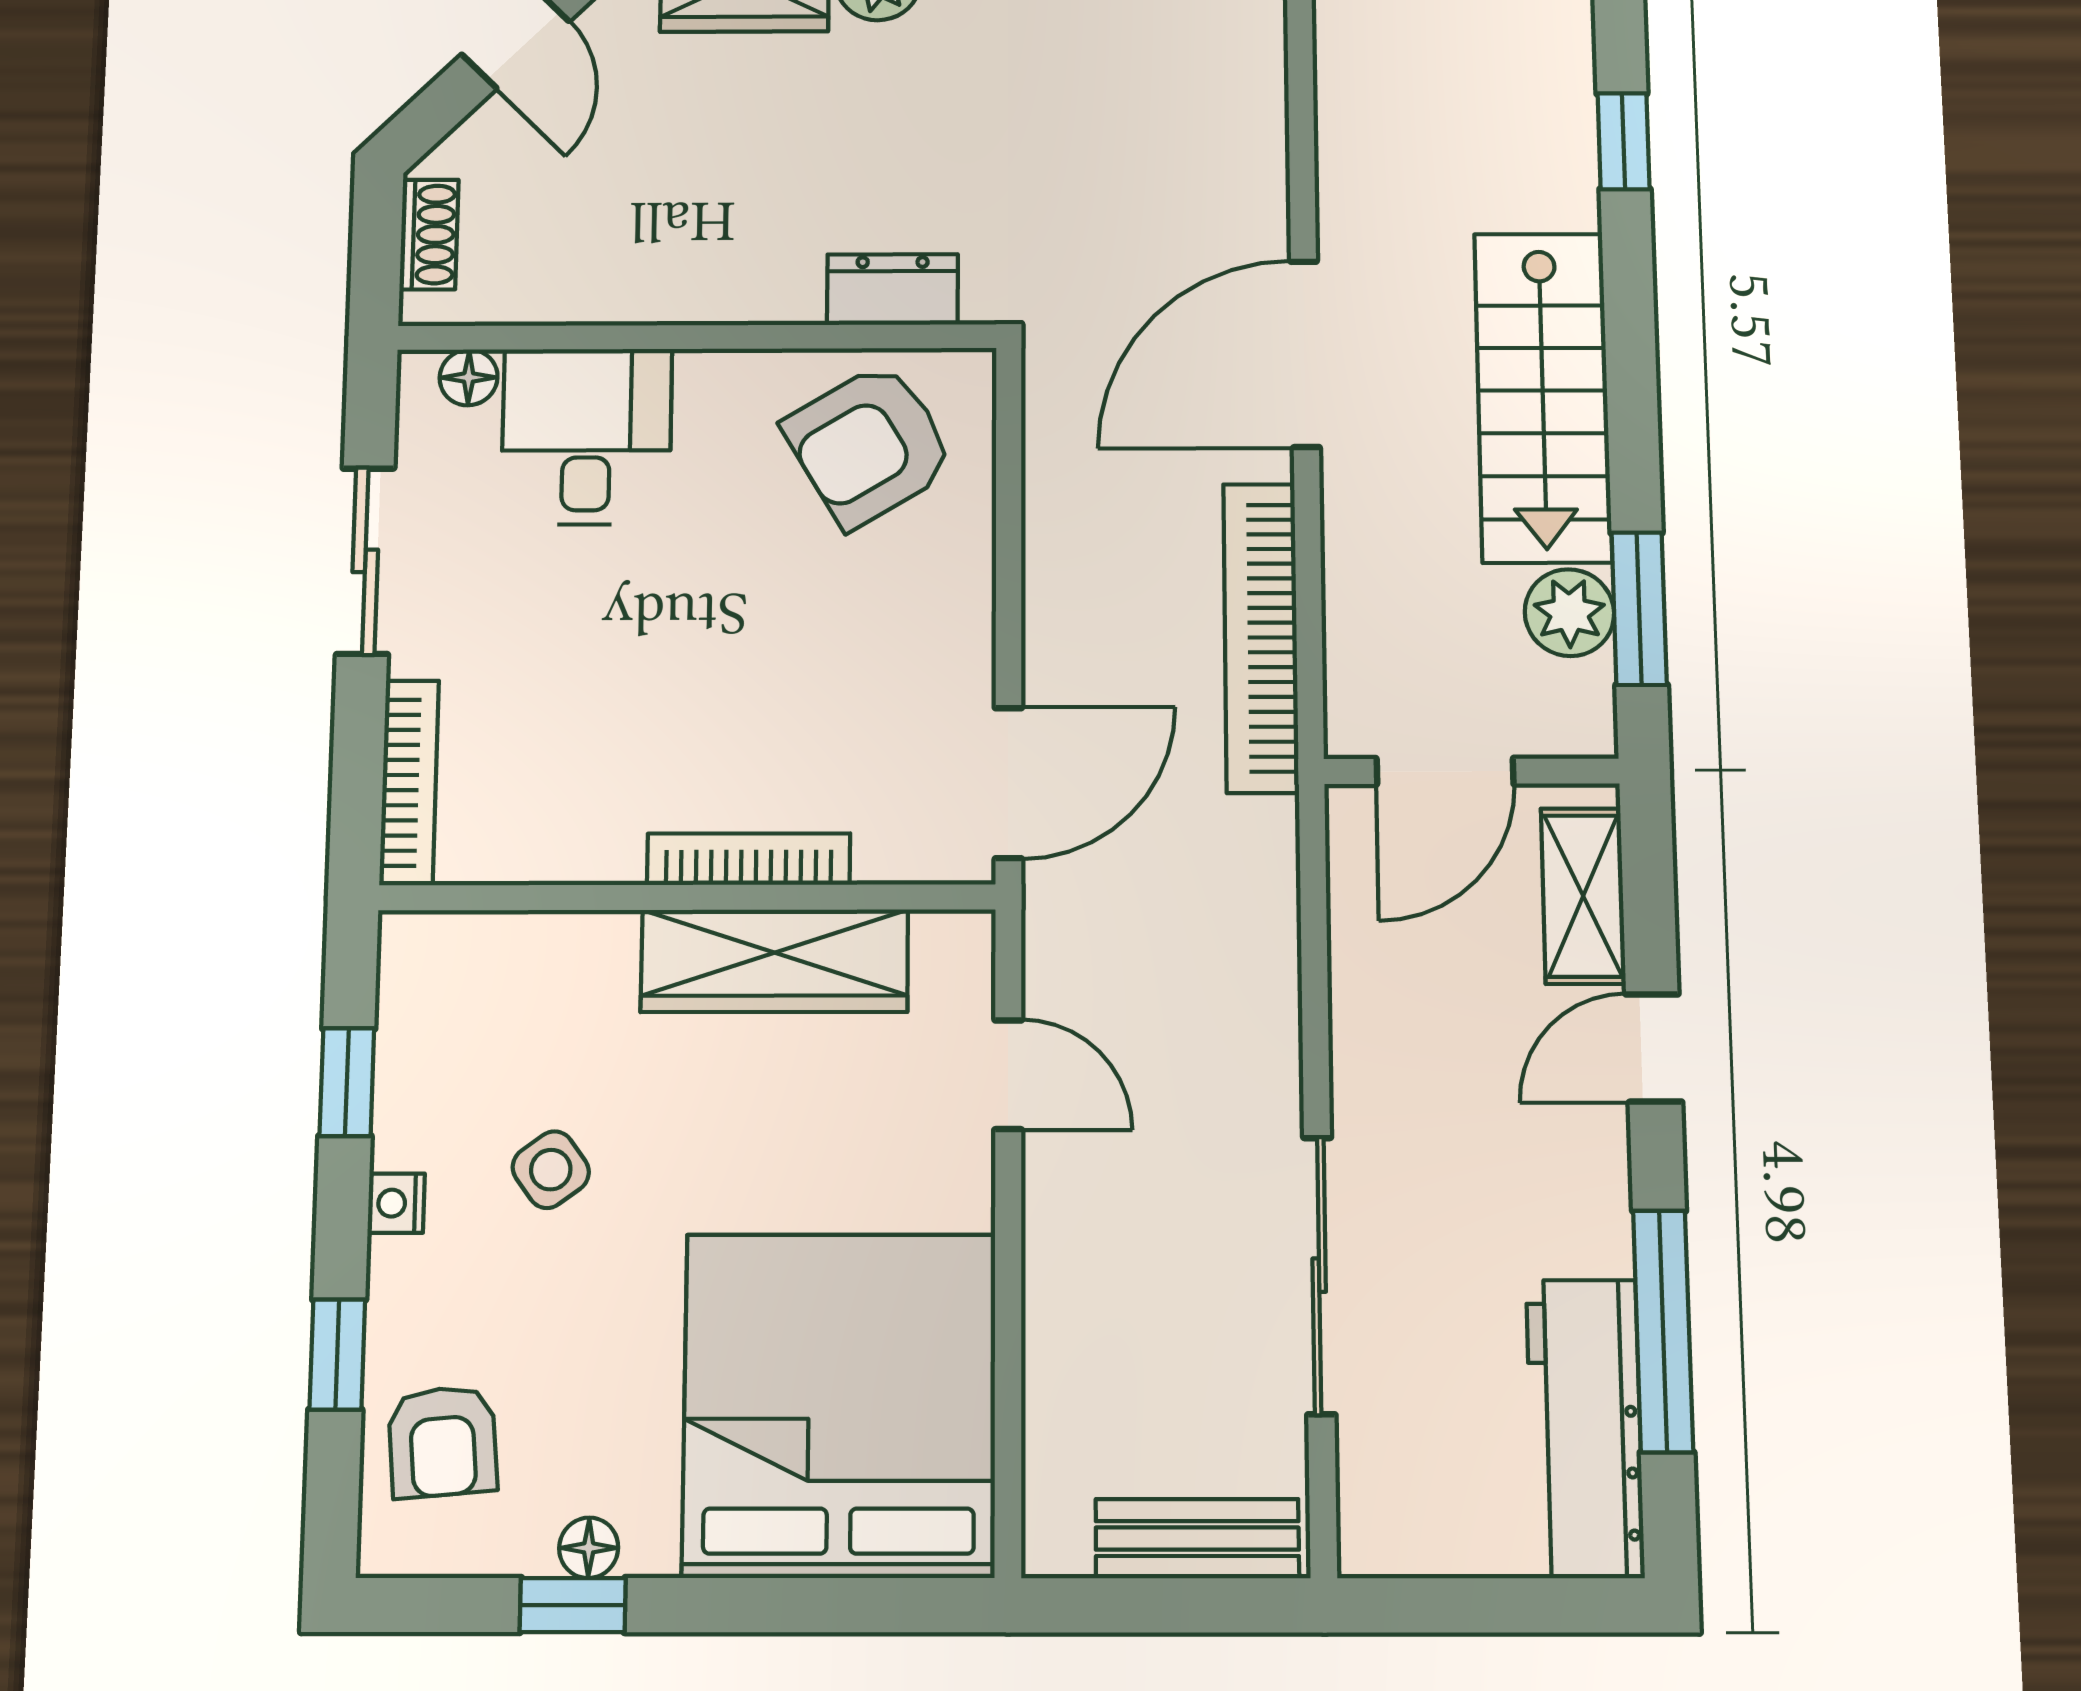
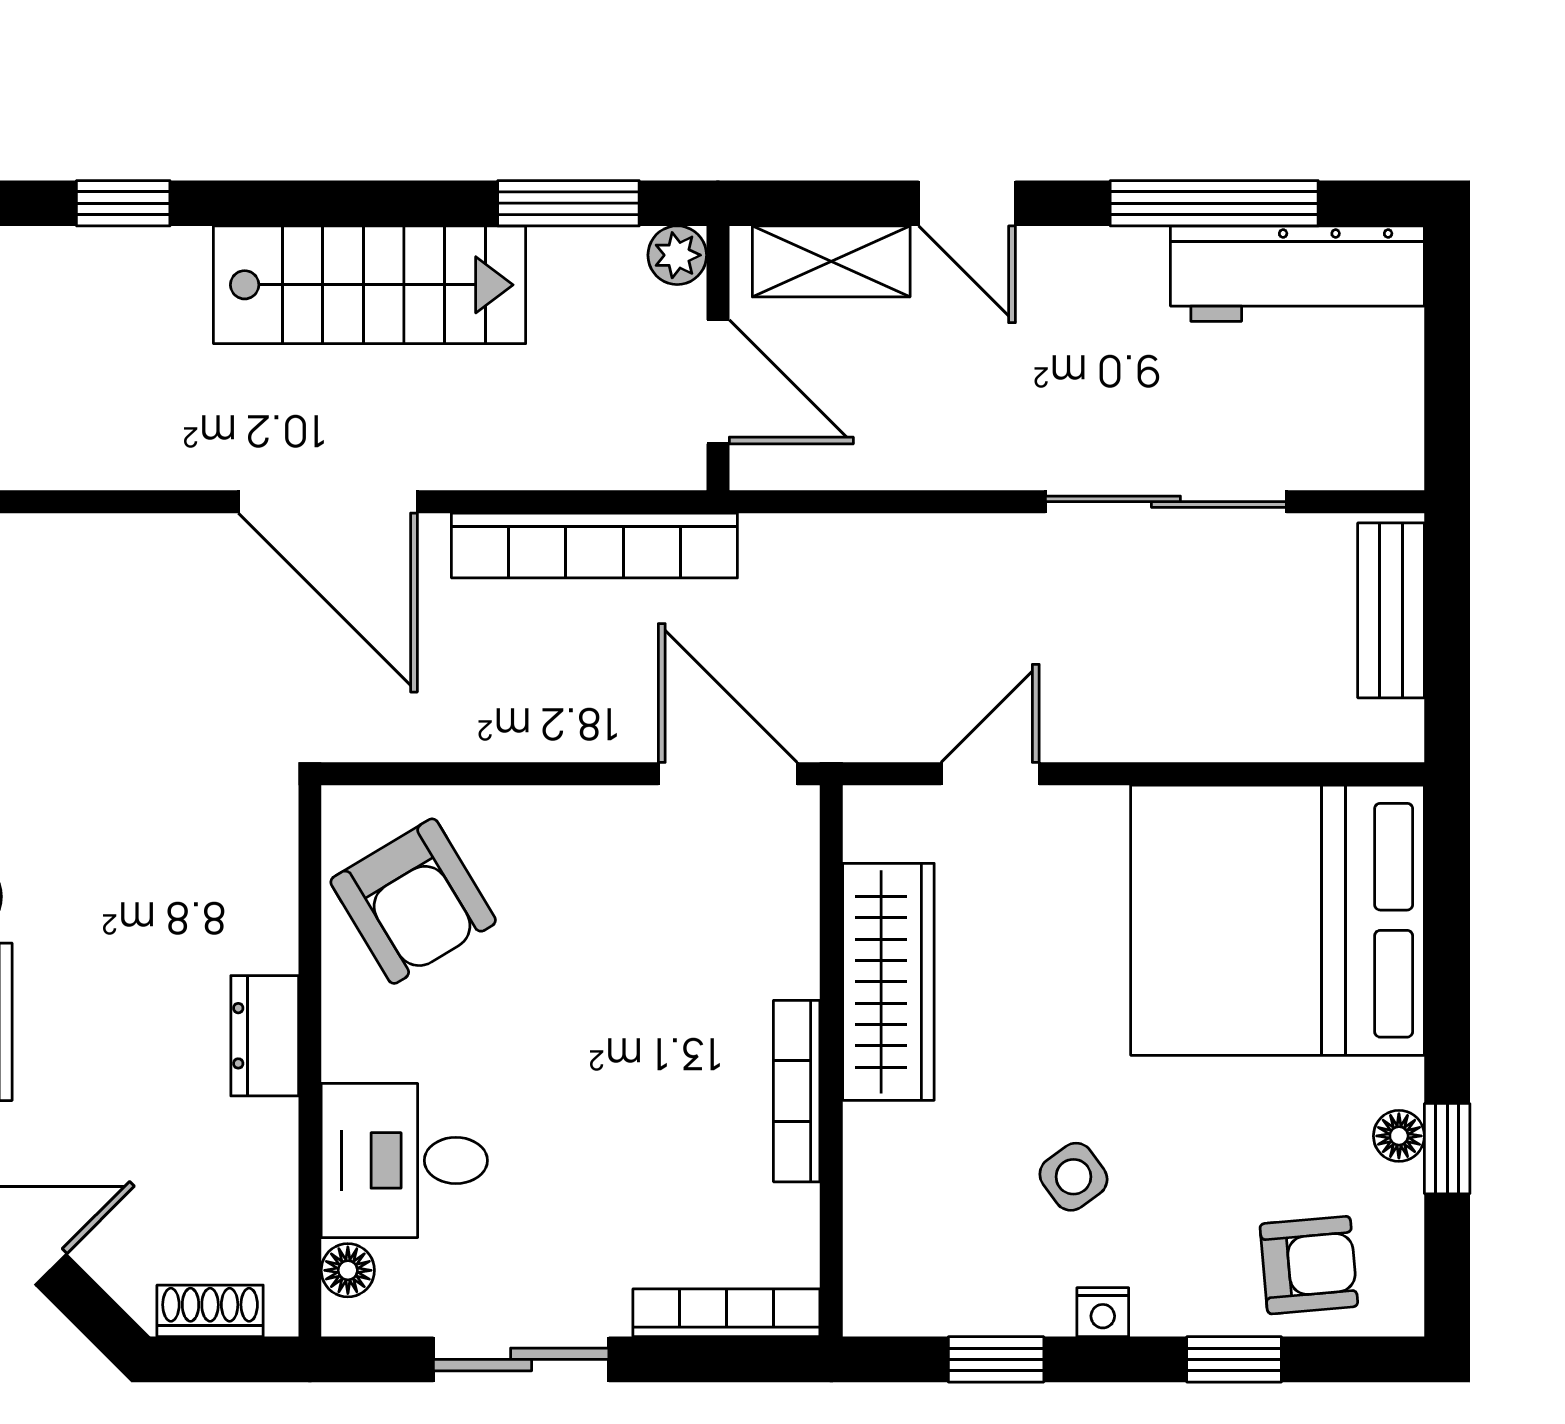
dresser: (892, 289) -> (265, 1036), moved
plant: (1569, 613) -> (677, 255), moved, width x0.73, depth x0.73
bookcase: (749, 859) -> (797, 1091), moved

